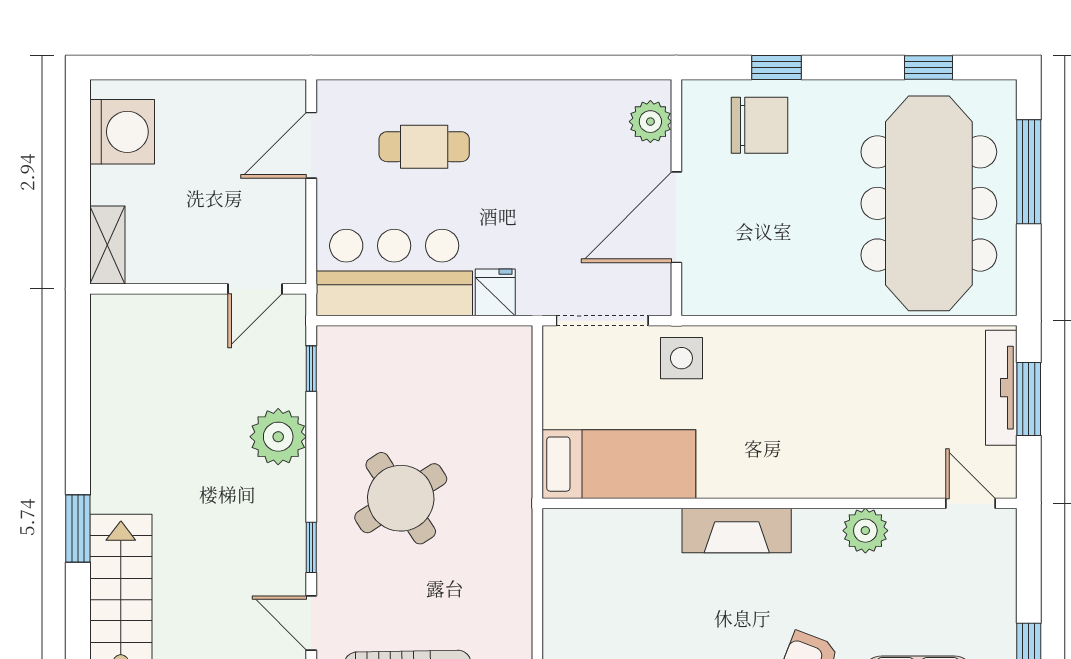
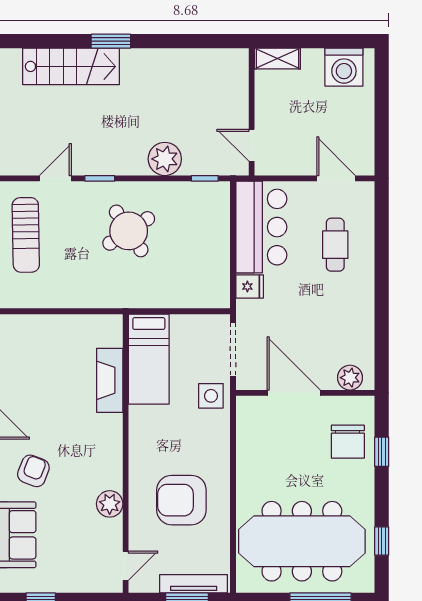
armchair: (859, 408) -> (181, 500), added
fireplace: (737, 530) -> (110, 380), moved

